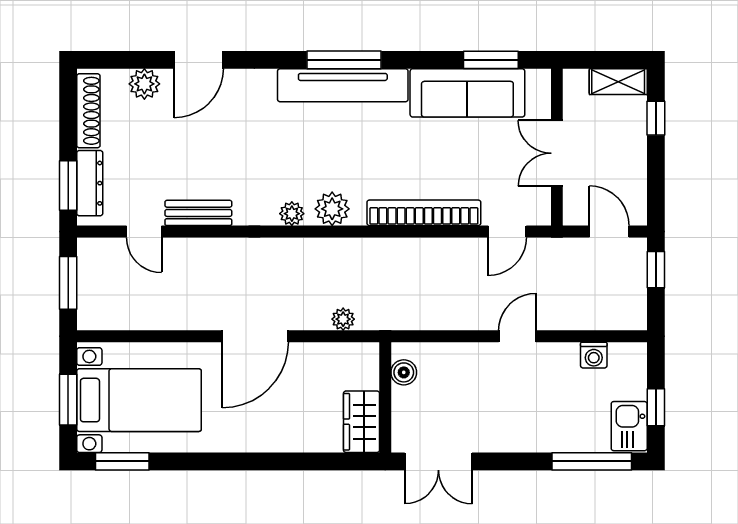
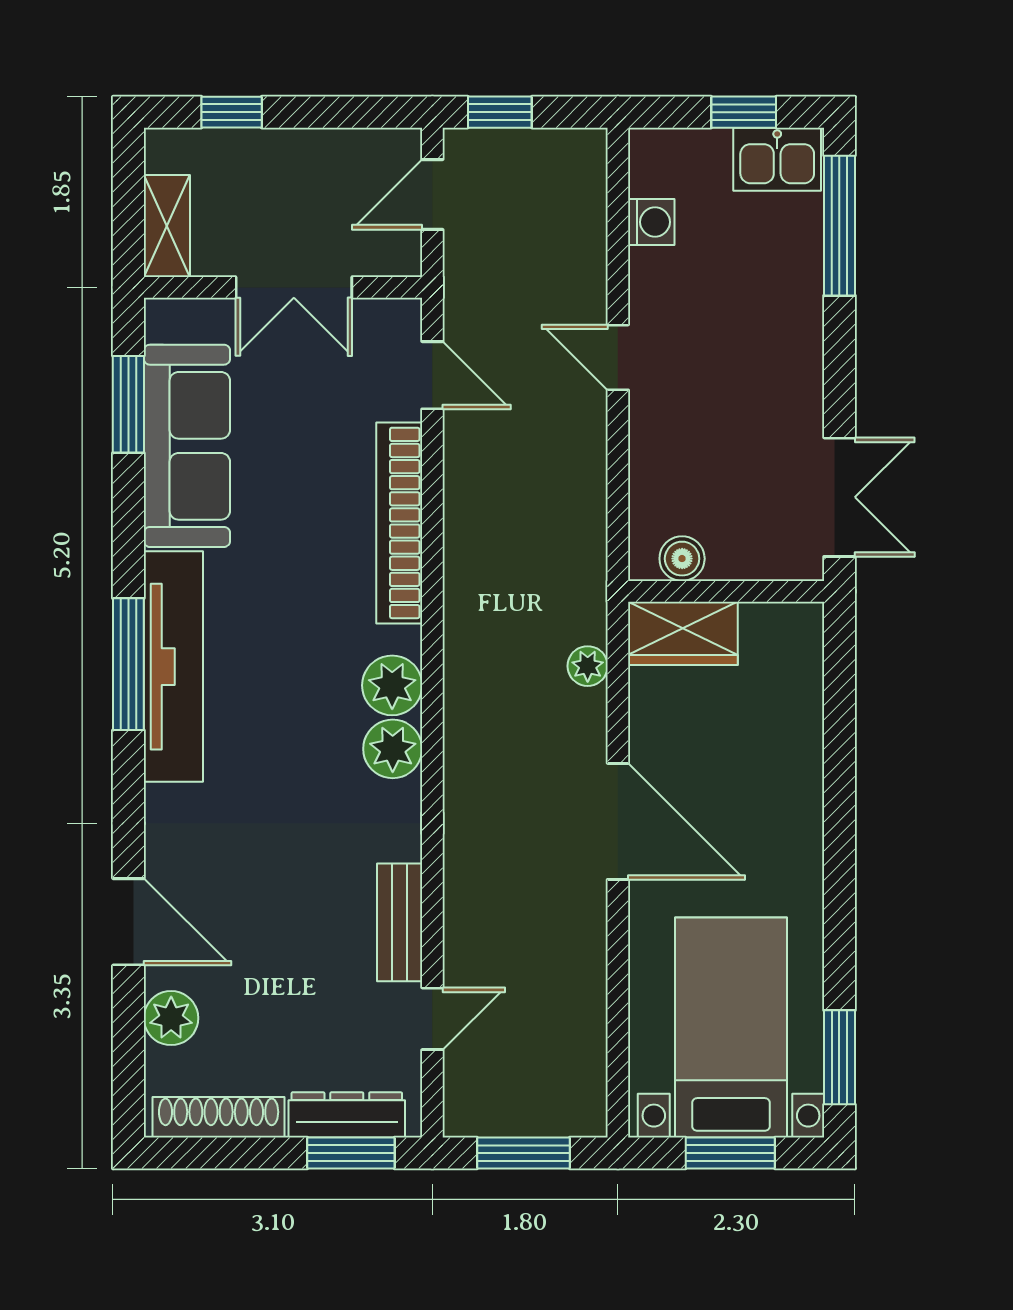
shelving: (618, 82) -> (167, 226), moved
plant: (292, 214) -> (393, 749), width x1.38, depth x1.38
wardrobe: (362, 422) -> (683, 633), moved

